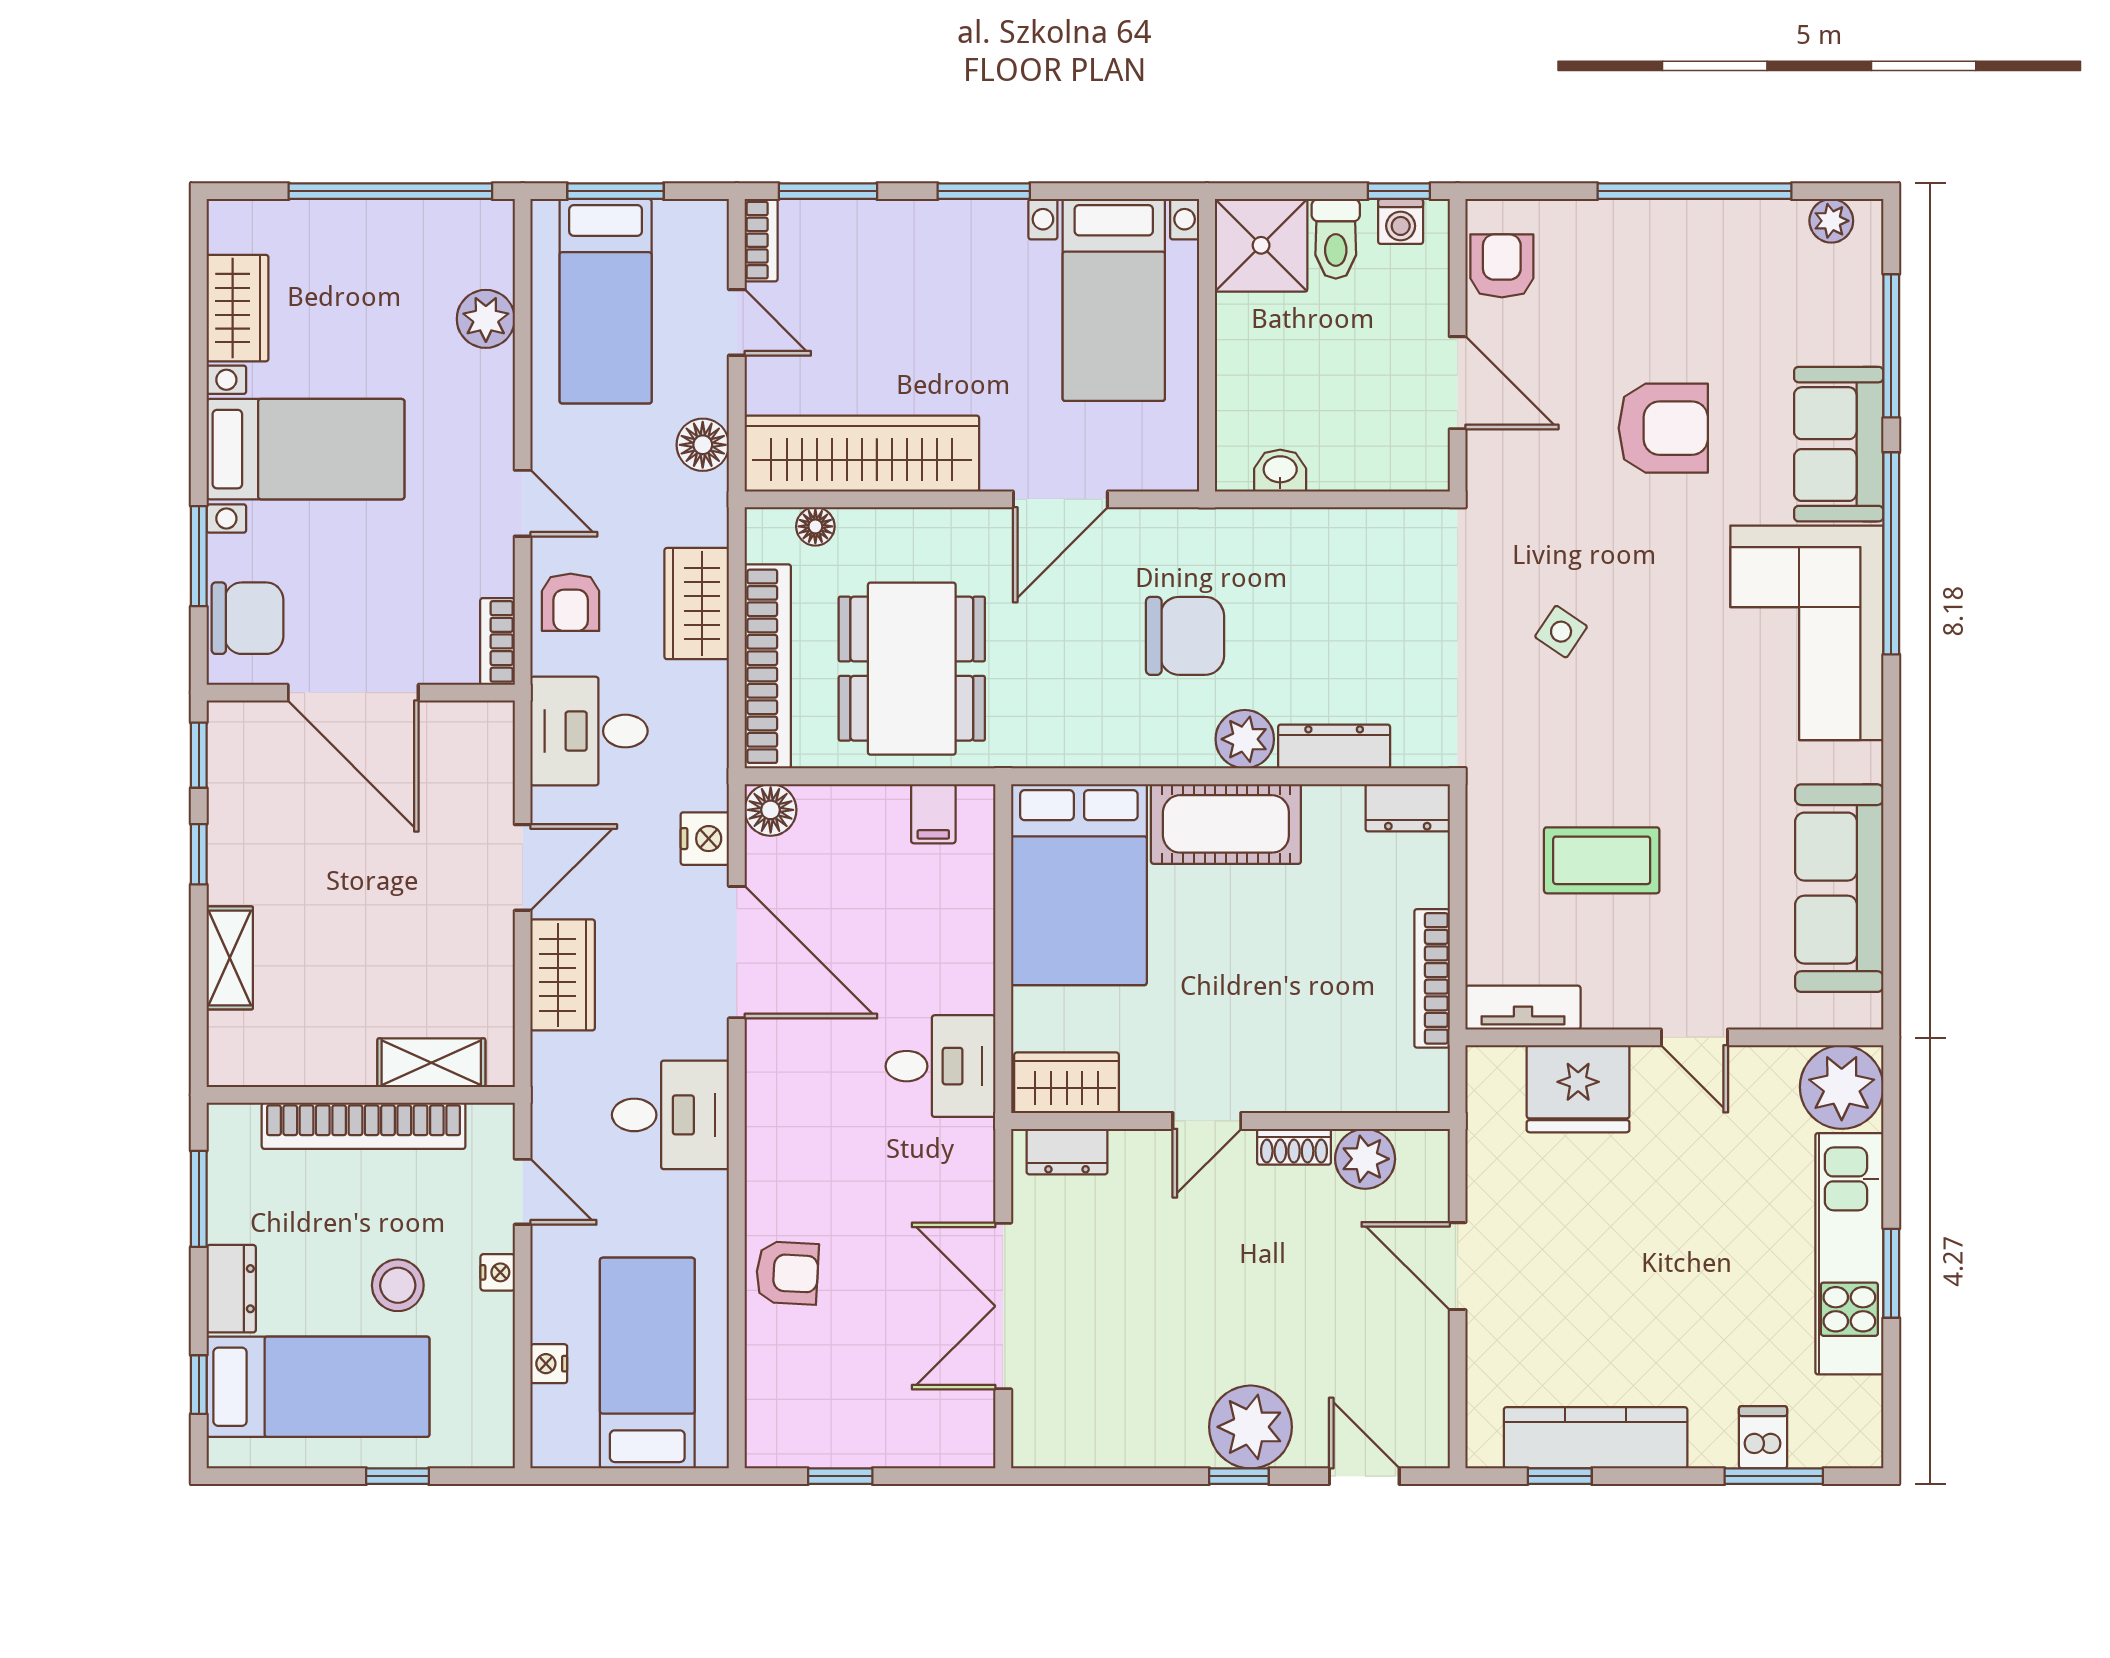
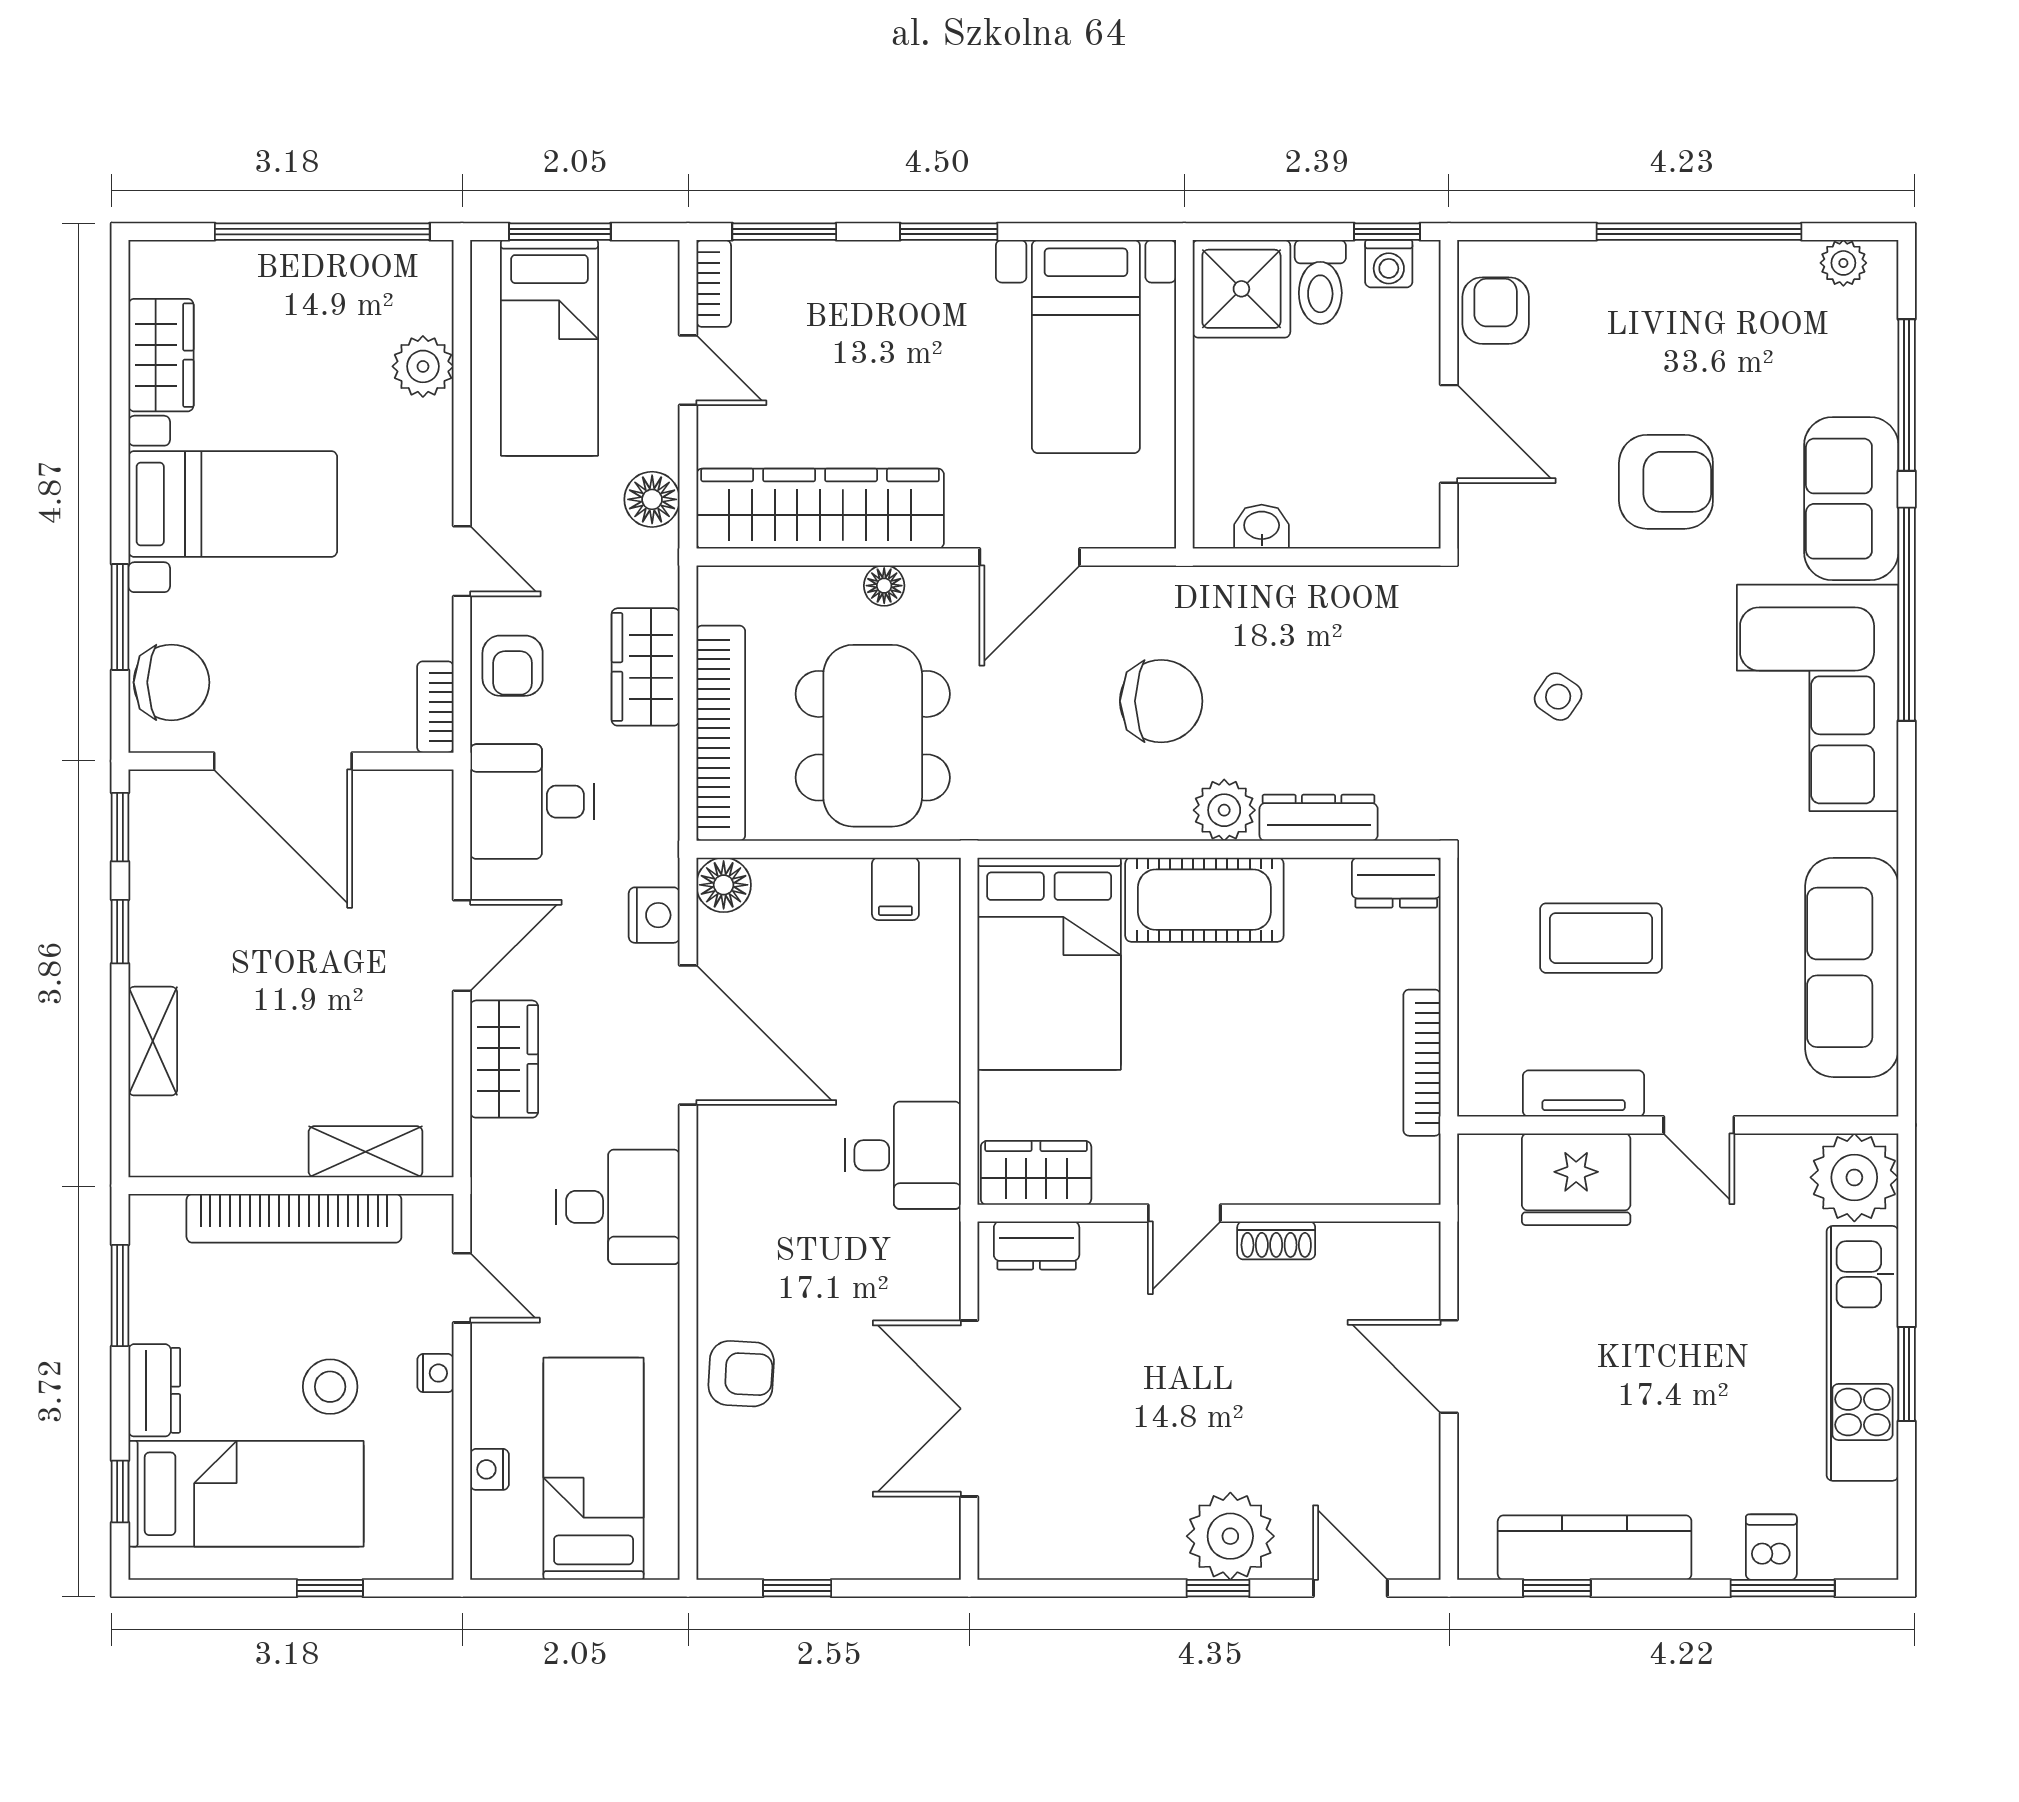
floor lamp: (815, 526) -> (884, 586), moved
tv unit: (1523, 1008) -> (1584, 1094), moved
plant: (1365, 1159) -> (1351, 1253), removed

